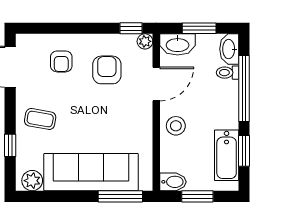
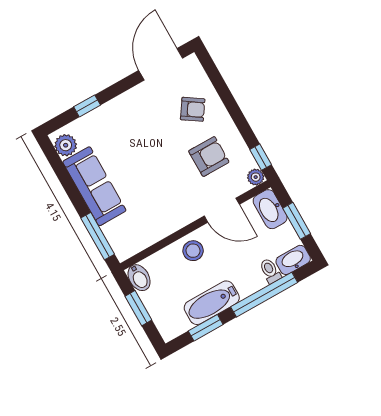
armchair: (61, 61) -> (193, 109), turned -146
coffee table: (40, 119) -> (128, 120), removed
bathtub: (227, 155) -> (212, 303), moved
sofa: (91, 172) -> (94, 186), width x0.74, depth x0.79

